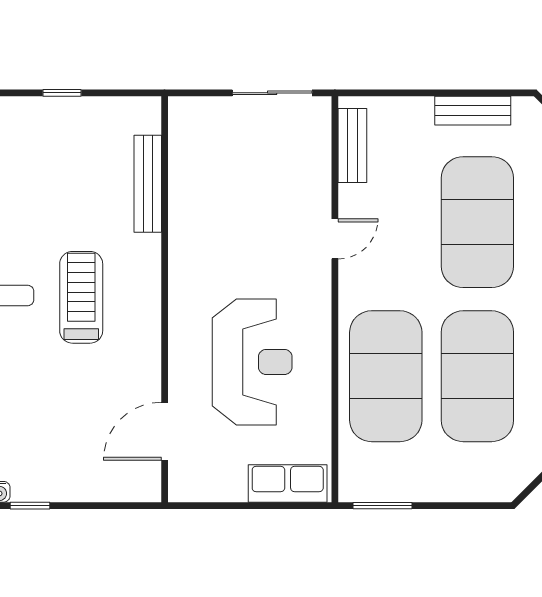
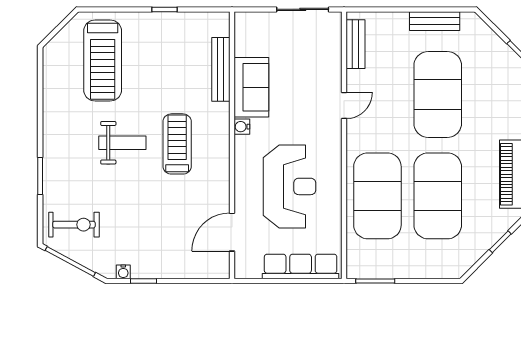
sofa: (194, 211) -> (251, 87), added
water cooler: (180, 271) -> (242, 127), added
row of seats: (288, 484) -> (301, 266), width x1.48

